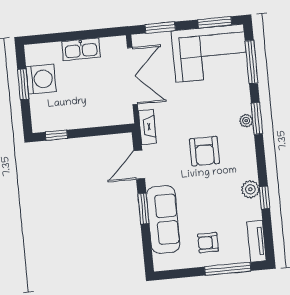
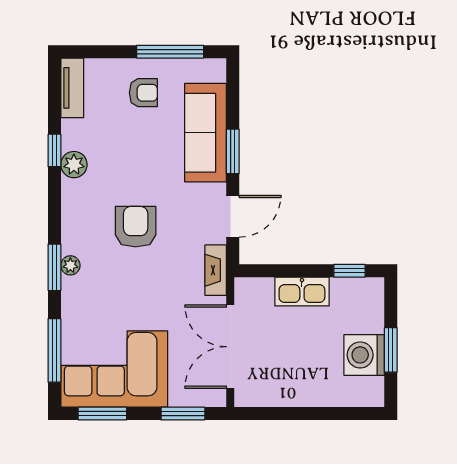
kitchen sink: (81, 49) -> (302, 292), moved, turned 180
window: (228, 269) -> (170, 52), moved

